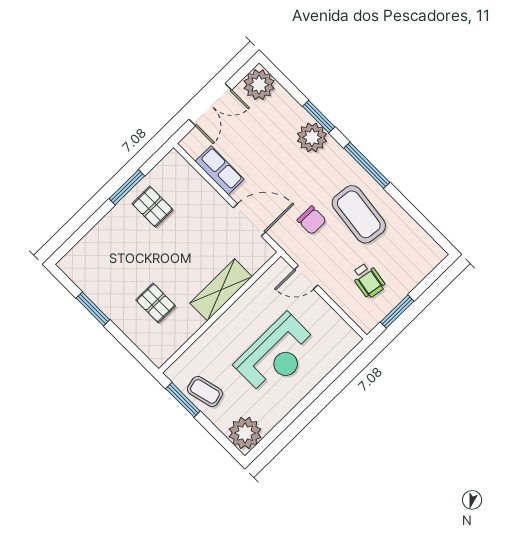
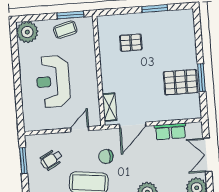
pallet: (153, 207) -> (181, 82), width x1.50, depth x1.42
wheelchair: (368, 280) -> (52, 159), turned -39
shelving: (221, 290) -> (109, 107), moved, width x0.67, depth x0.75

